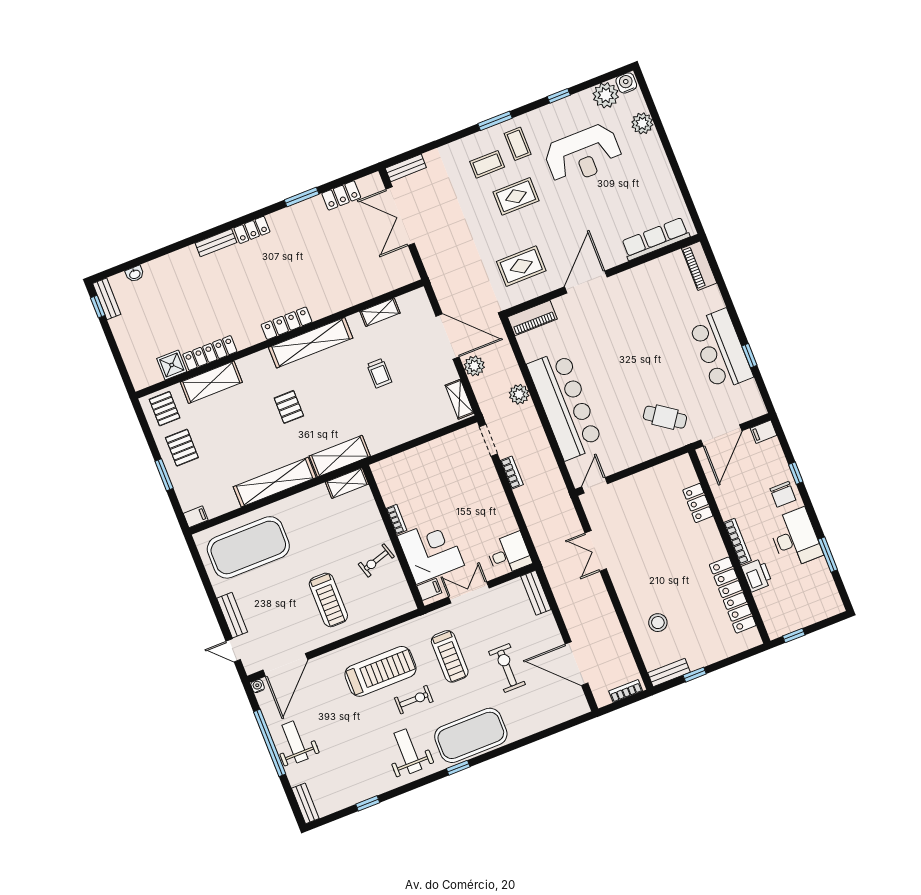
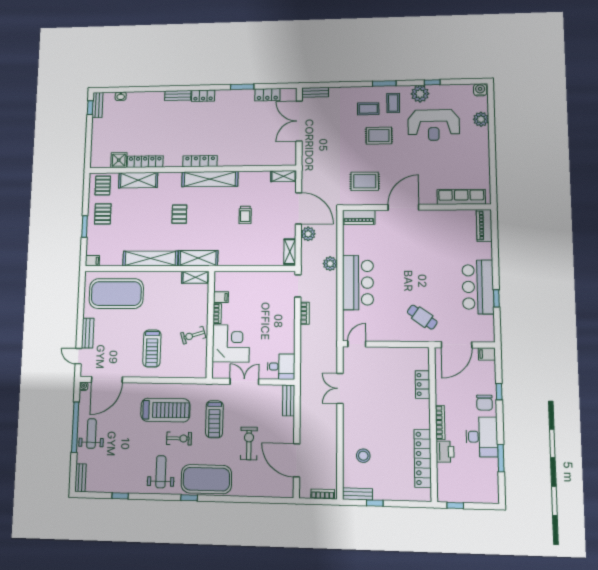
plant: (606, 95) -> (420, 94), moved
shelving: (380, 312) -> (284, 176), moved
bar counter: (565, 405) -> (358, 283), width x0.73
filing cabinet: (429, 589) -> (221, 297), moved

